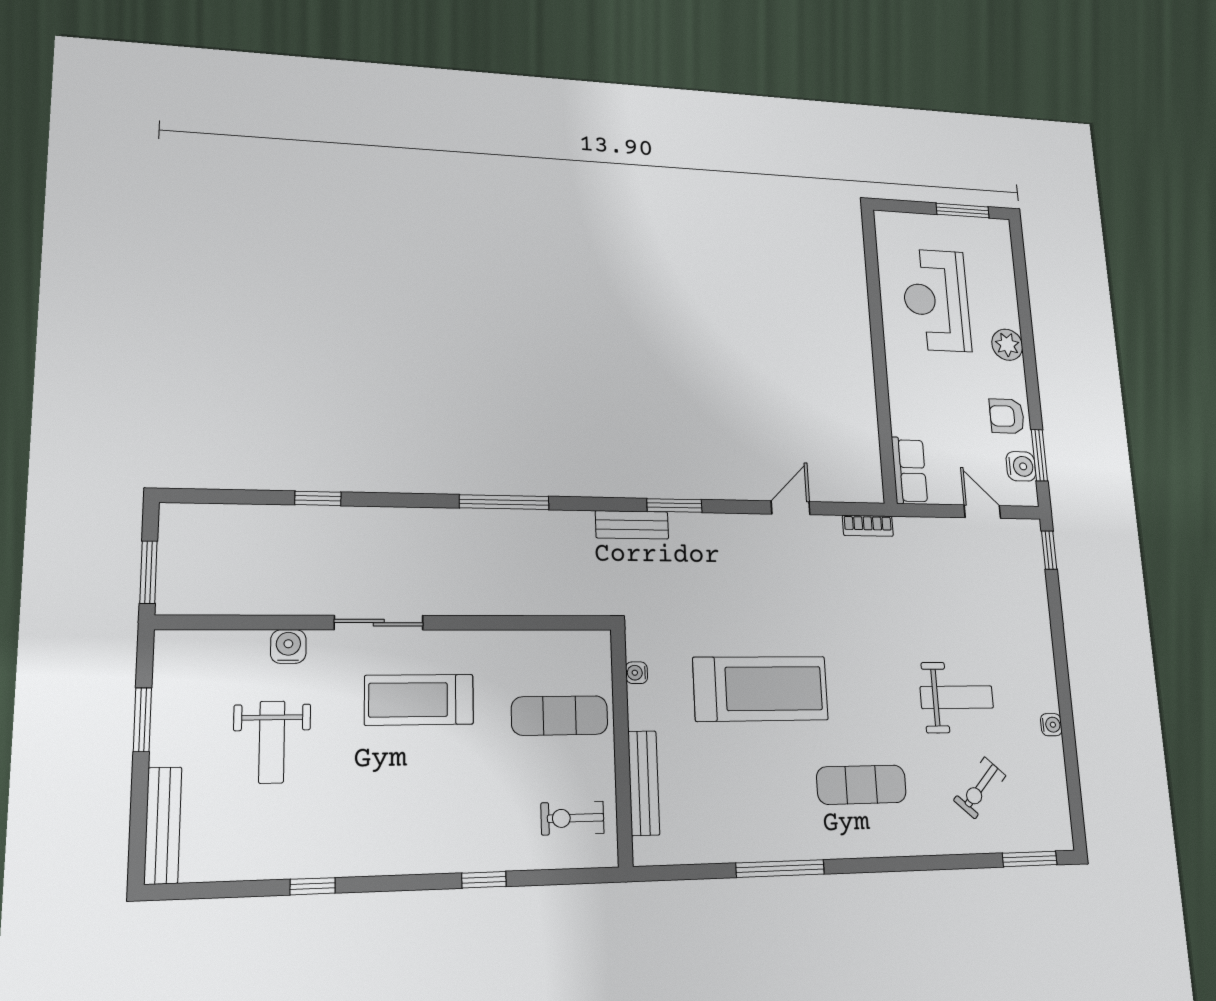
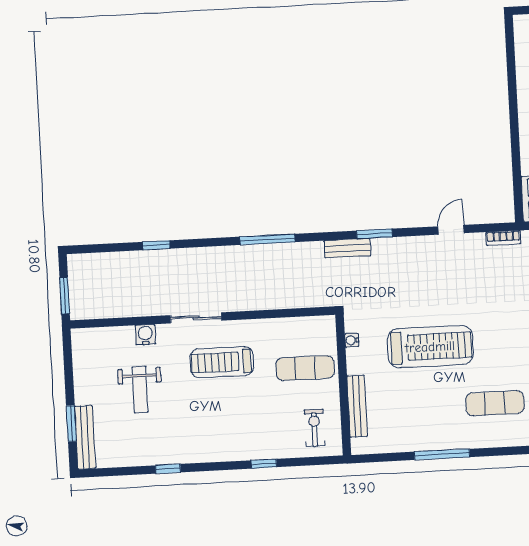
window: (142, 720) -> (71, 423), moved
exercise bike: (573, 818) -> (315, 428), turned 90

